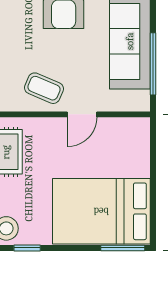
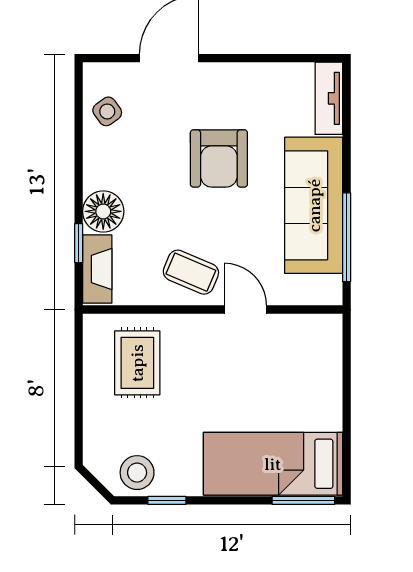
door: (82, 114) -> (245, 309), swing flipped
bed: (101, 211) -> (273, 464), width x0.67

